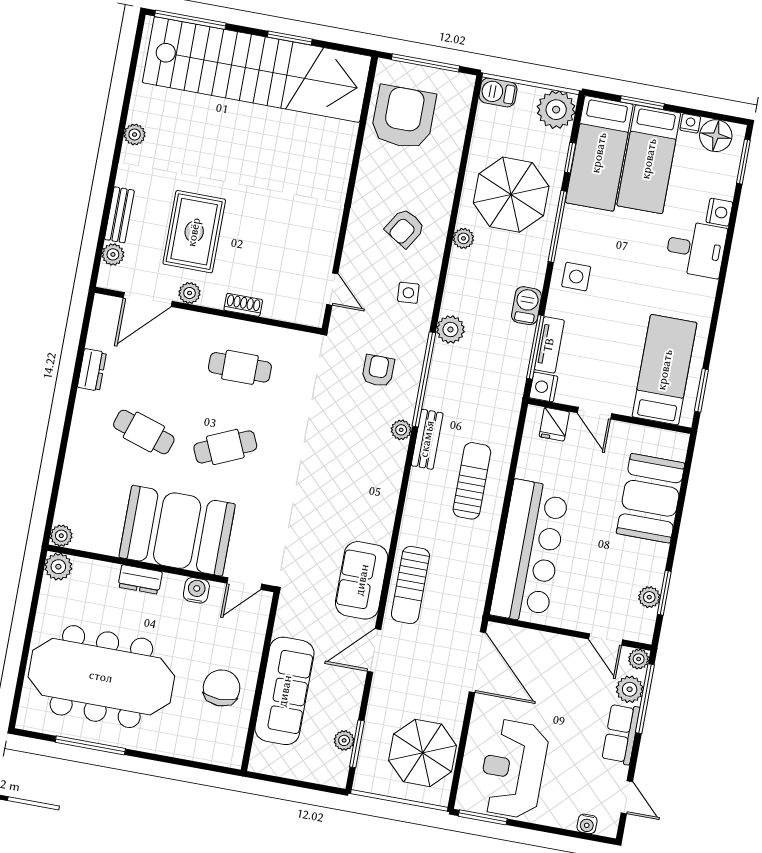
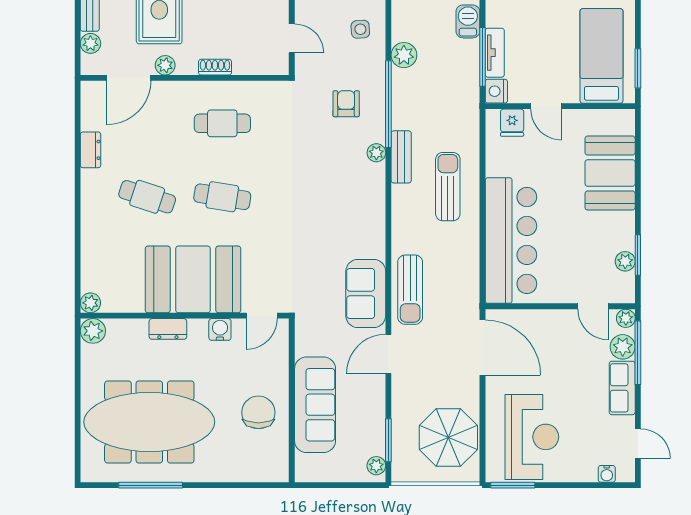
cafe table: (225, 447) -> (222, 197), turned 33
plant: (344, 740) -> (376, 466), moved
reception desk: (513, 769) -> (532, 437), turned 180

